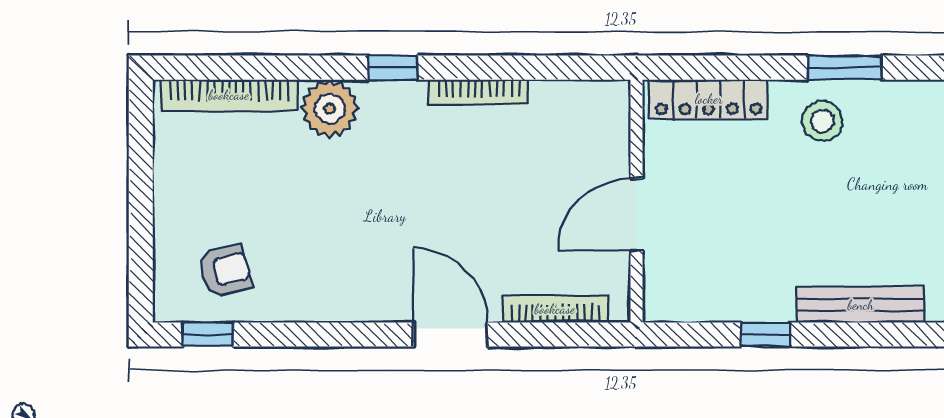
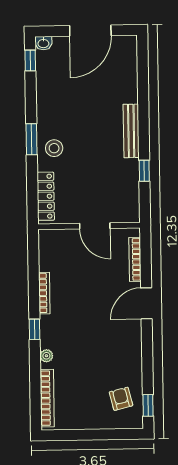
plant: (330, 108) -> (46, 356), width x0.53, depth x0.53

